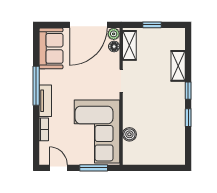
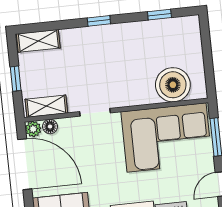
shelving: (178, 66) -> (38, 41), moved
window: (188, 118) -> (159, 15), moved
boiler: (129, 134) -> (173, 85), width x1.86, depth x1.86

